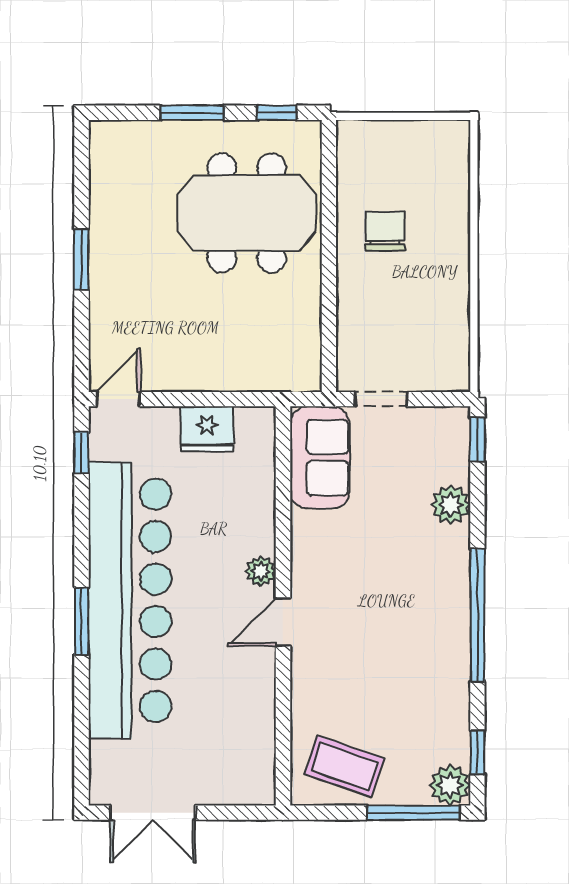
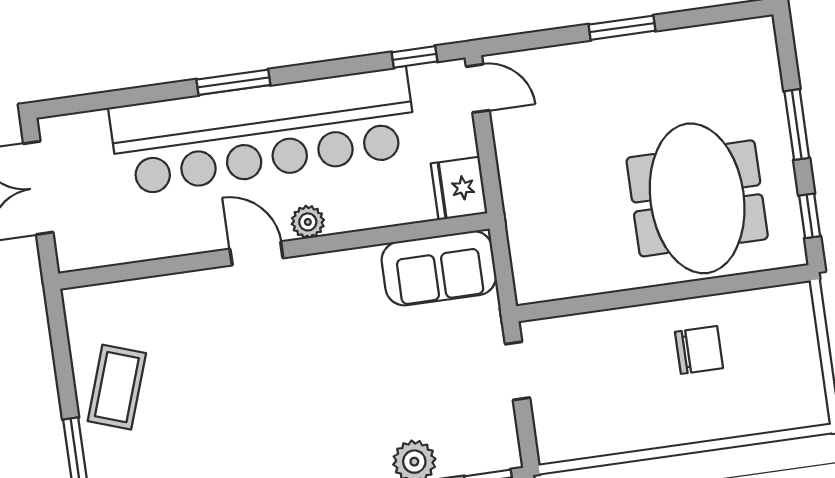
sofa: (320, 458) -> (439, 268), moved
plant: (261, 571) -> (308, 222), moved
wall: (283, 606) -> (274, 251), moved
door: (283, 622) -> (256, 253), moved

